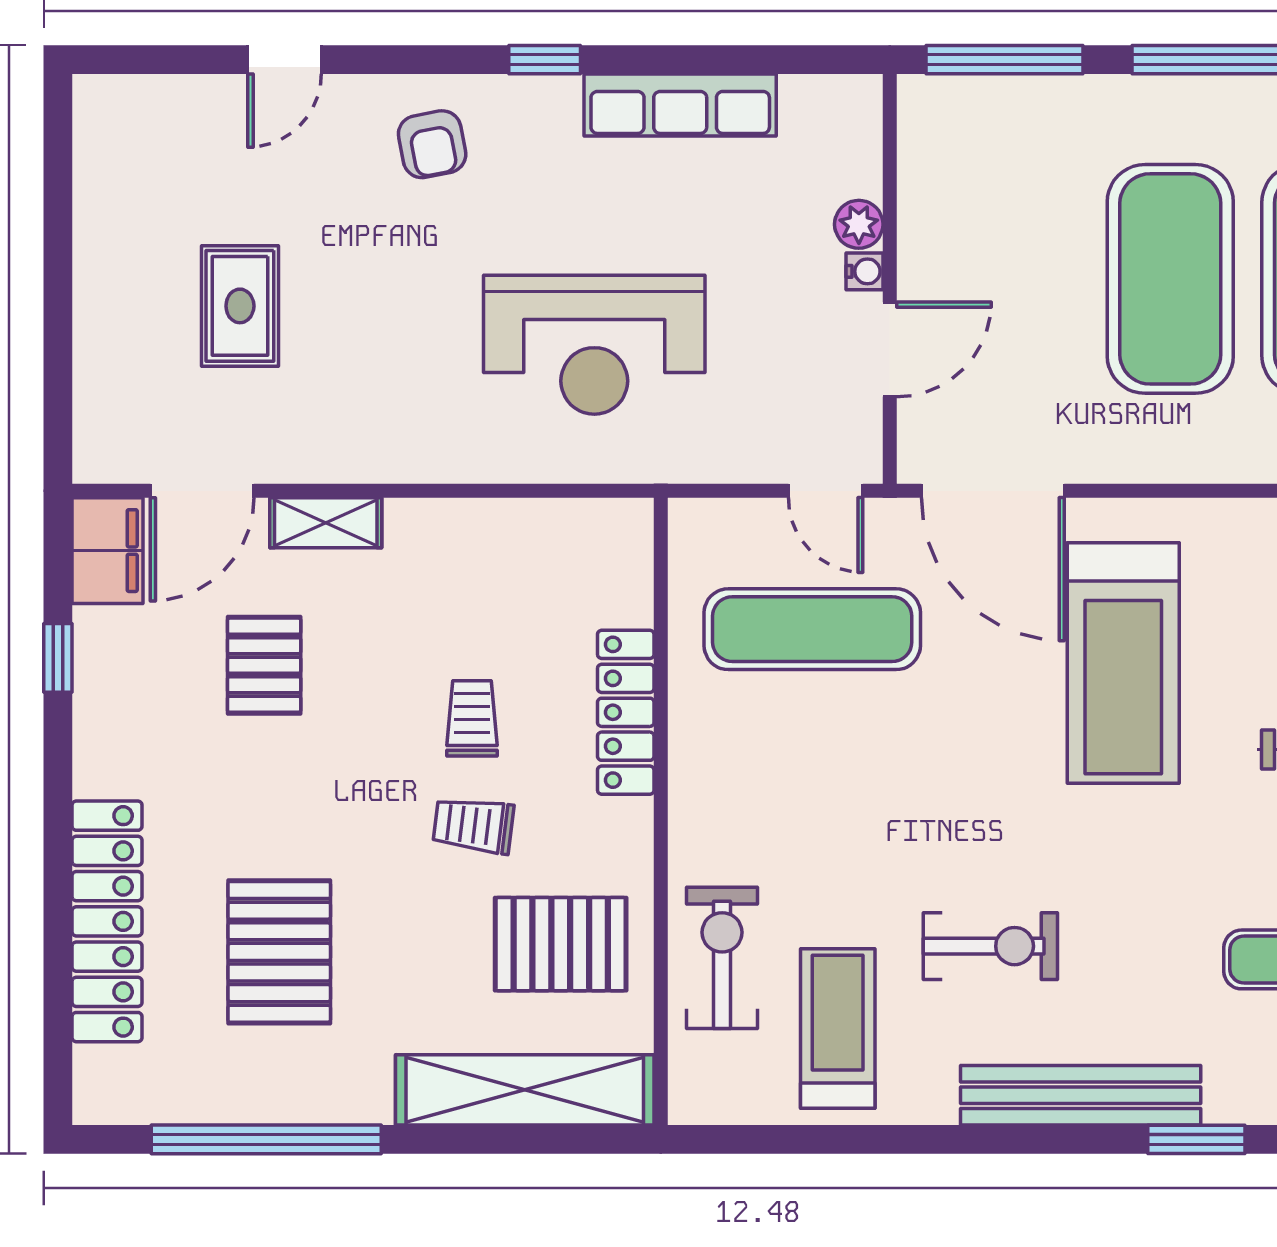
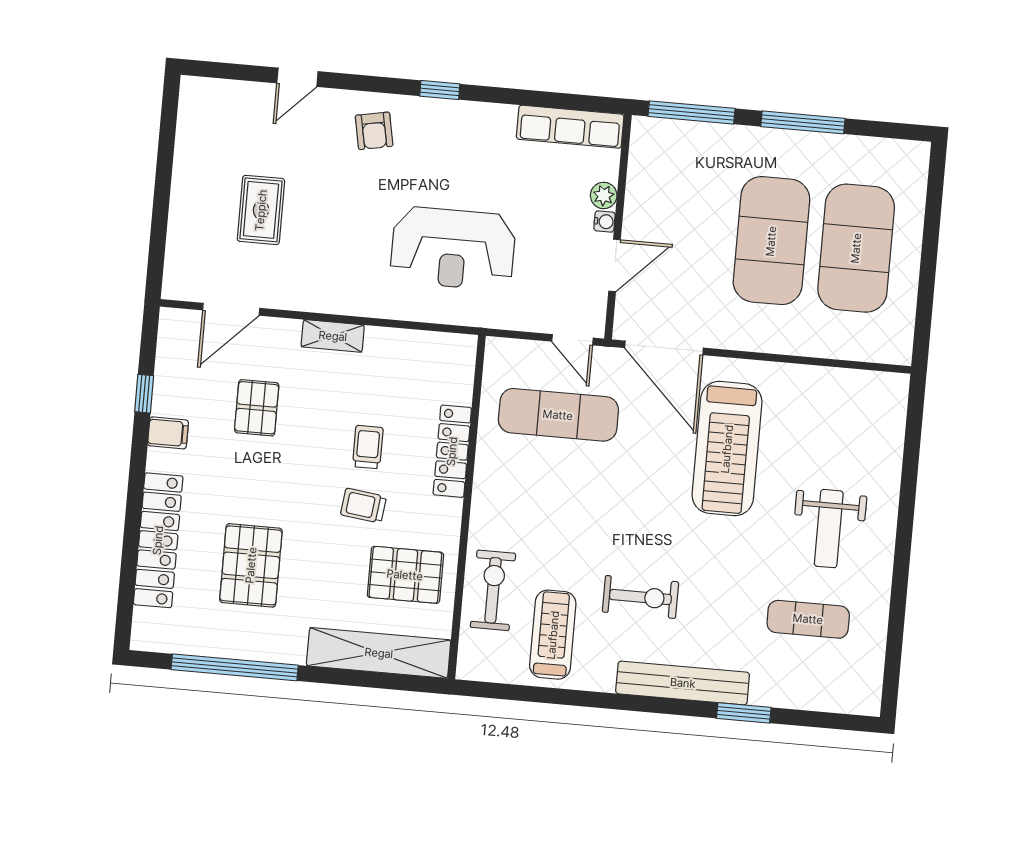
row of seats: (680, 105) -> (570, 127), moved
shelving: (326, 523) -> (333, 336), moved
filing cabinet: (107, 551) -> (168, 433), moved, width x0.50

